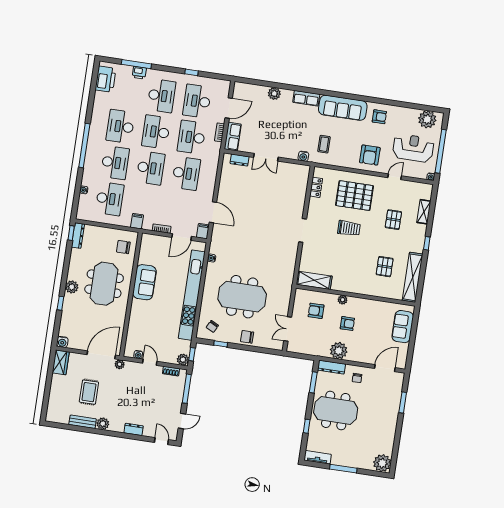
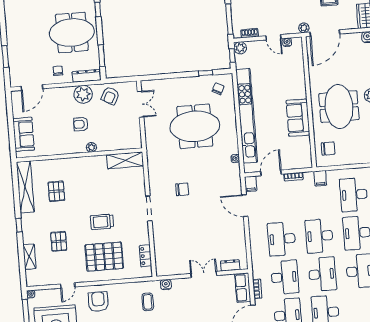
armchair: (316, 311) -> (110, 96), moved, turned 118
chair: (247, 337) -> (182, 189), moved

